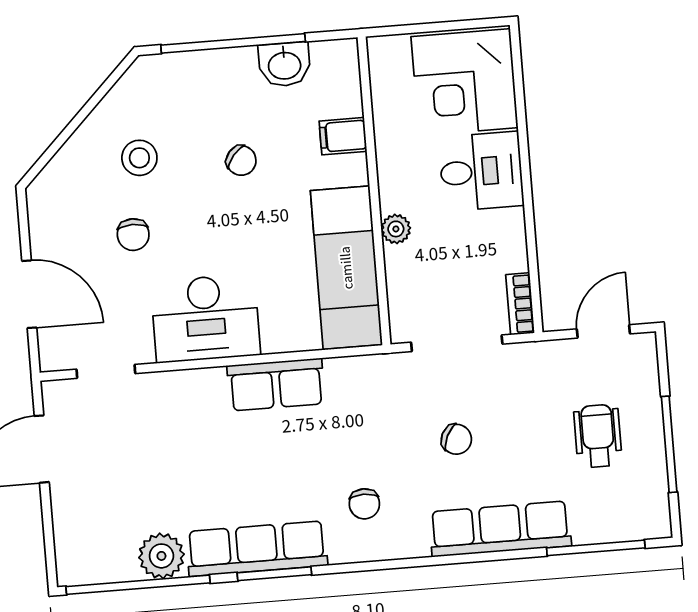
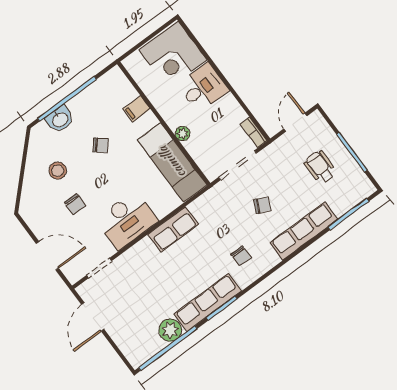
washbasin: (284, 64) -> (60, 119), moved

